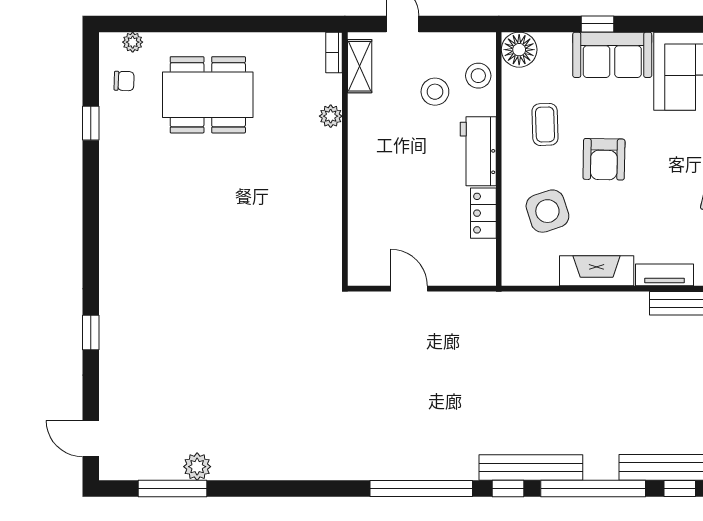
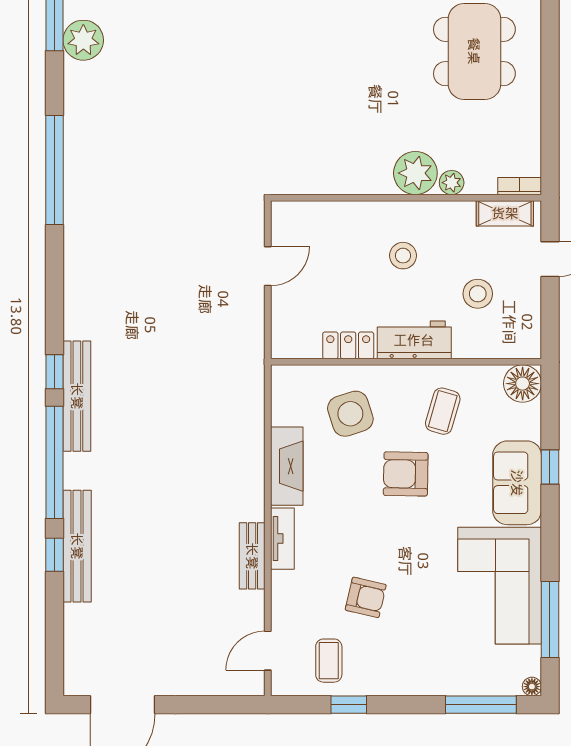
stool: (478, 76) -> (403, 256), moved
coffee table: (545, 124) -> (443, 411), turned -72
plant: (322, 150) -> (415, 173), added
plant: (197, 467) -> (83, 40), width x1.36, depth x1.36
window: (421, 489) -> (54, 170), moved

